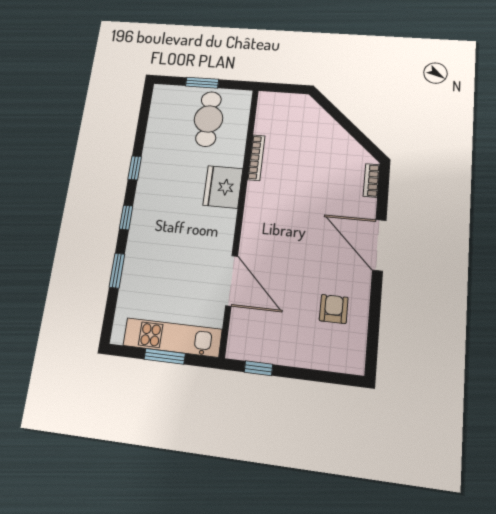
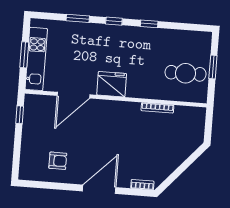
fridge: (223, 187) -> (112, 84), moved

